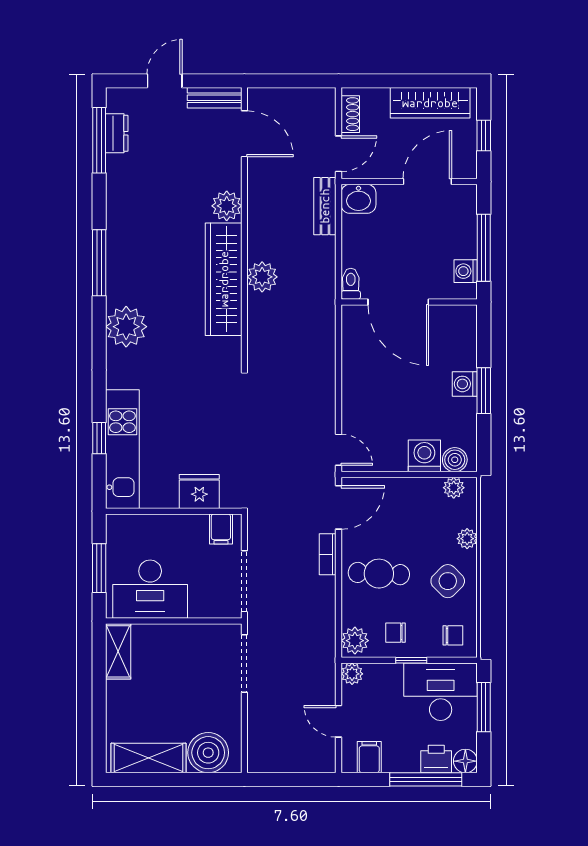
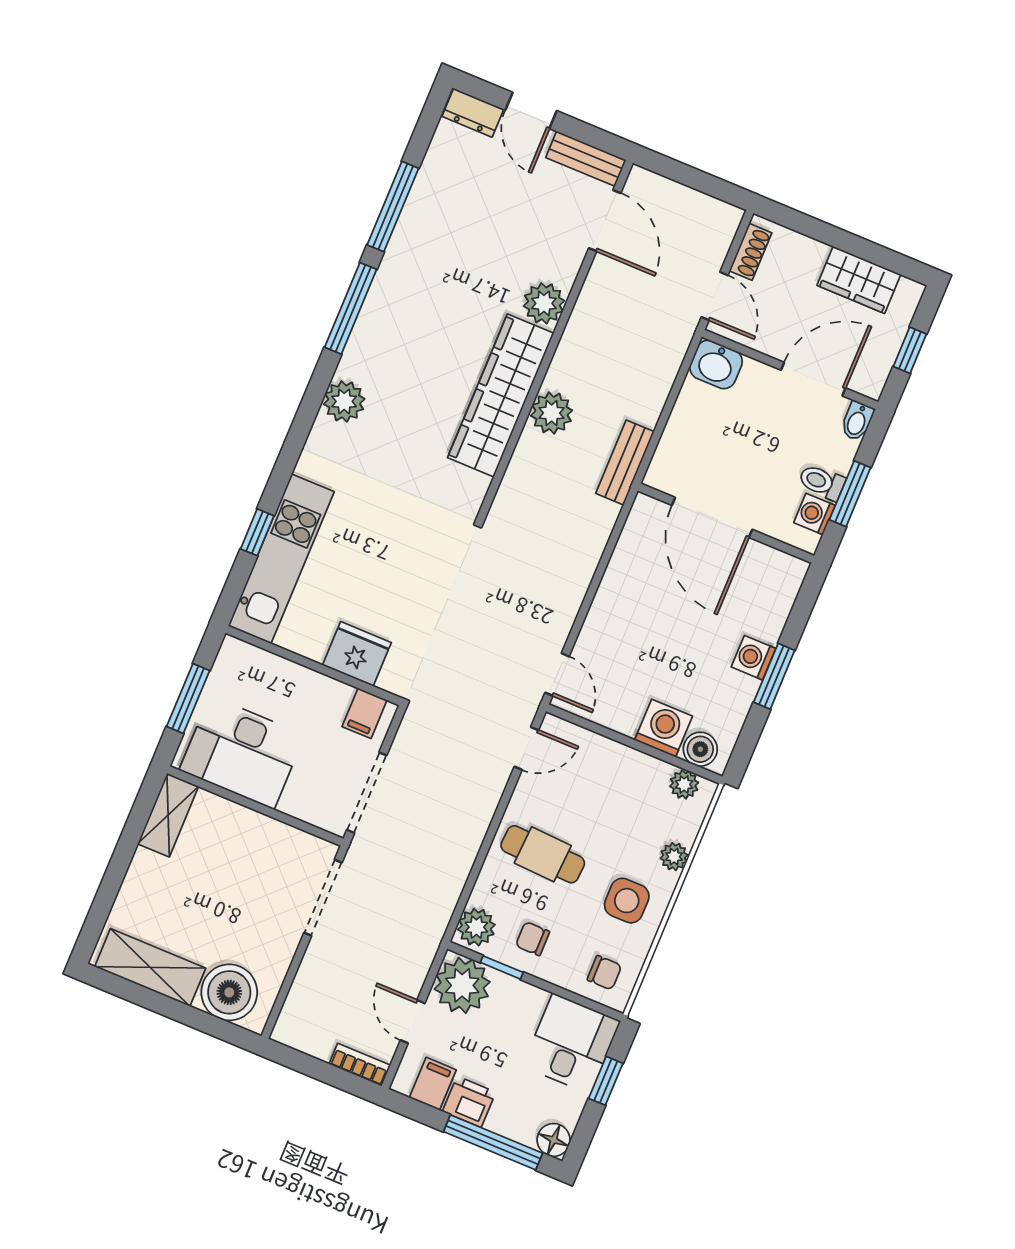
door: (165, 81) -> (531, 110), swing flipped
wardrobe: (430, 103) -> (859, 280), width x0.67
dresser: (117, 133) -> (473, 113), moved, turned 90
window: (99, 140) -> (393, 207), moved
door: (339, 154) -> (715, 296), hinge flipped
bidet: (468, 197) -> (857, 421), added
bench: (325, 206) -> (625, 462), moved
window: (484, 248) -> (850, 494), width x0.69
toilet: (351, 284) -> (822, 482), moved, turned -90
plant: (126, 327) -> (344, 401), width x0.73, depth x0.73
door: (339, 507) -> (526, 748), width x0.73
bookcase: (328, 554) -> (360, 1065), moved, turned 90
side table: (448, 581) -> (627, 901), turned 45
window: (411, 660) -> (502, 967), moved
plant: (352, 674) -> (462, 985), width x1.87, depth x1.87
desk: (441, 692) -> (571, 1044), width x0.73
window: (484, 707) -> (606, 1081), width x0.67
printer: (436, 759) -> (469, 1102), moved

